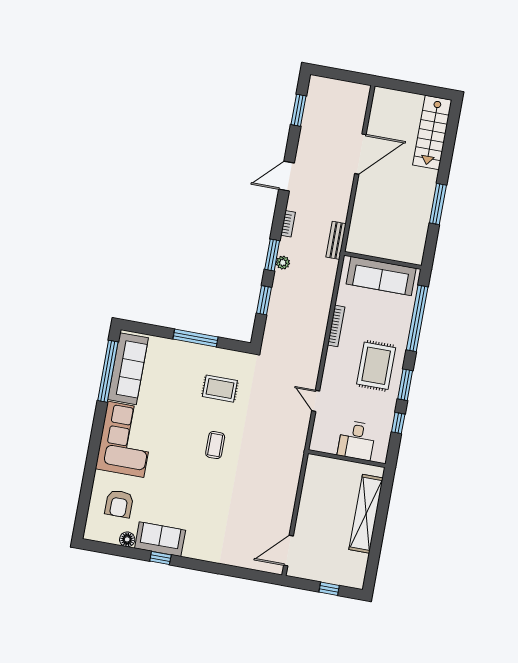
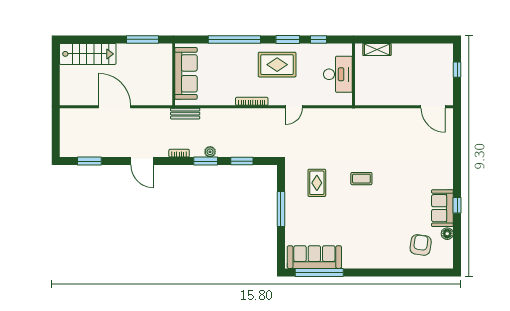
wall: (383, 260) -> (174, 74), moved
sofa: (381, 276) -> (186, 73), moved
door: (316, 401) -> (294, 107), moved
corner sofa: (126, 439) -> (370, 249), removed
desk: (357, 440) -> (338, 74), width x1.37
armchair: (119, 504) -> (421, 245), turned -82
shelving: (366, 514) -> (377, 50), width x0.45, depth x0.75

